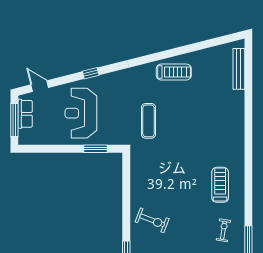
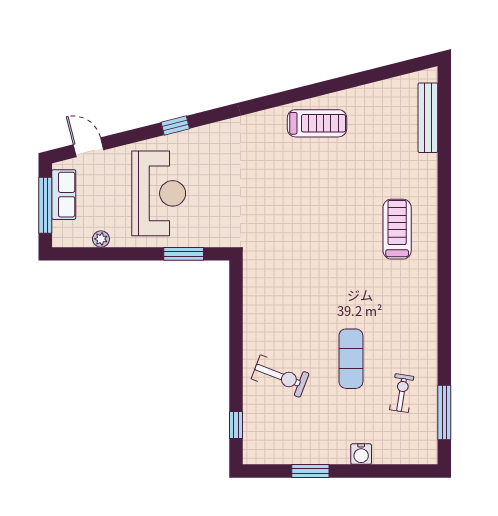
reception desk: (81, 113) -> (159, 193), turned 180
exercise mat: (148, 121) -> (351, 359), moved
plant: (47, 140) -> (101, 239), added
treadmill: (220, 185) -> (397, 229), moved

